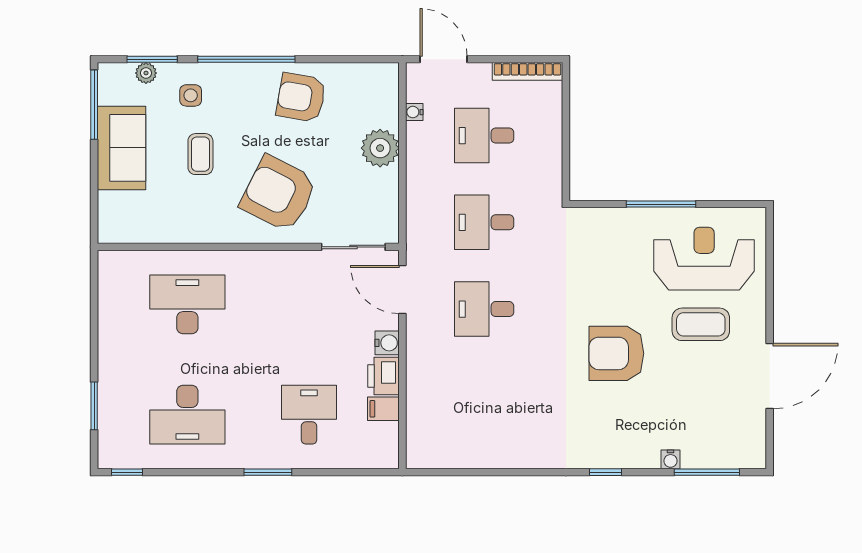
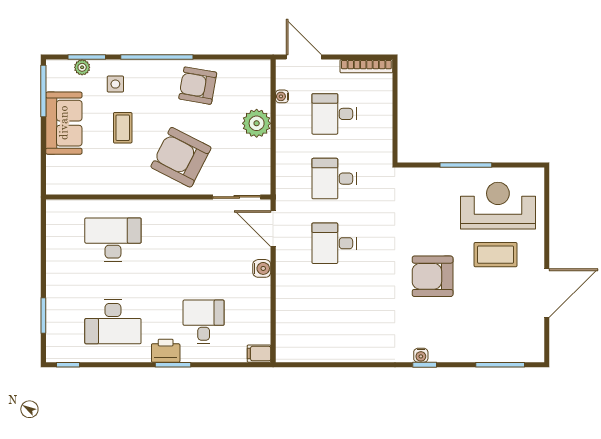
printer: (383, 376) -> (166, 351), moved, turned 90
filing cabinet: (383, 409) -> (259, 354), moved
water cooler: (671, 459) -> (421, 355), moved

